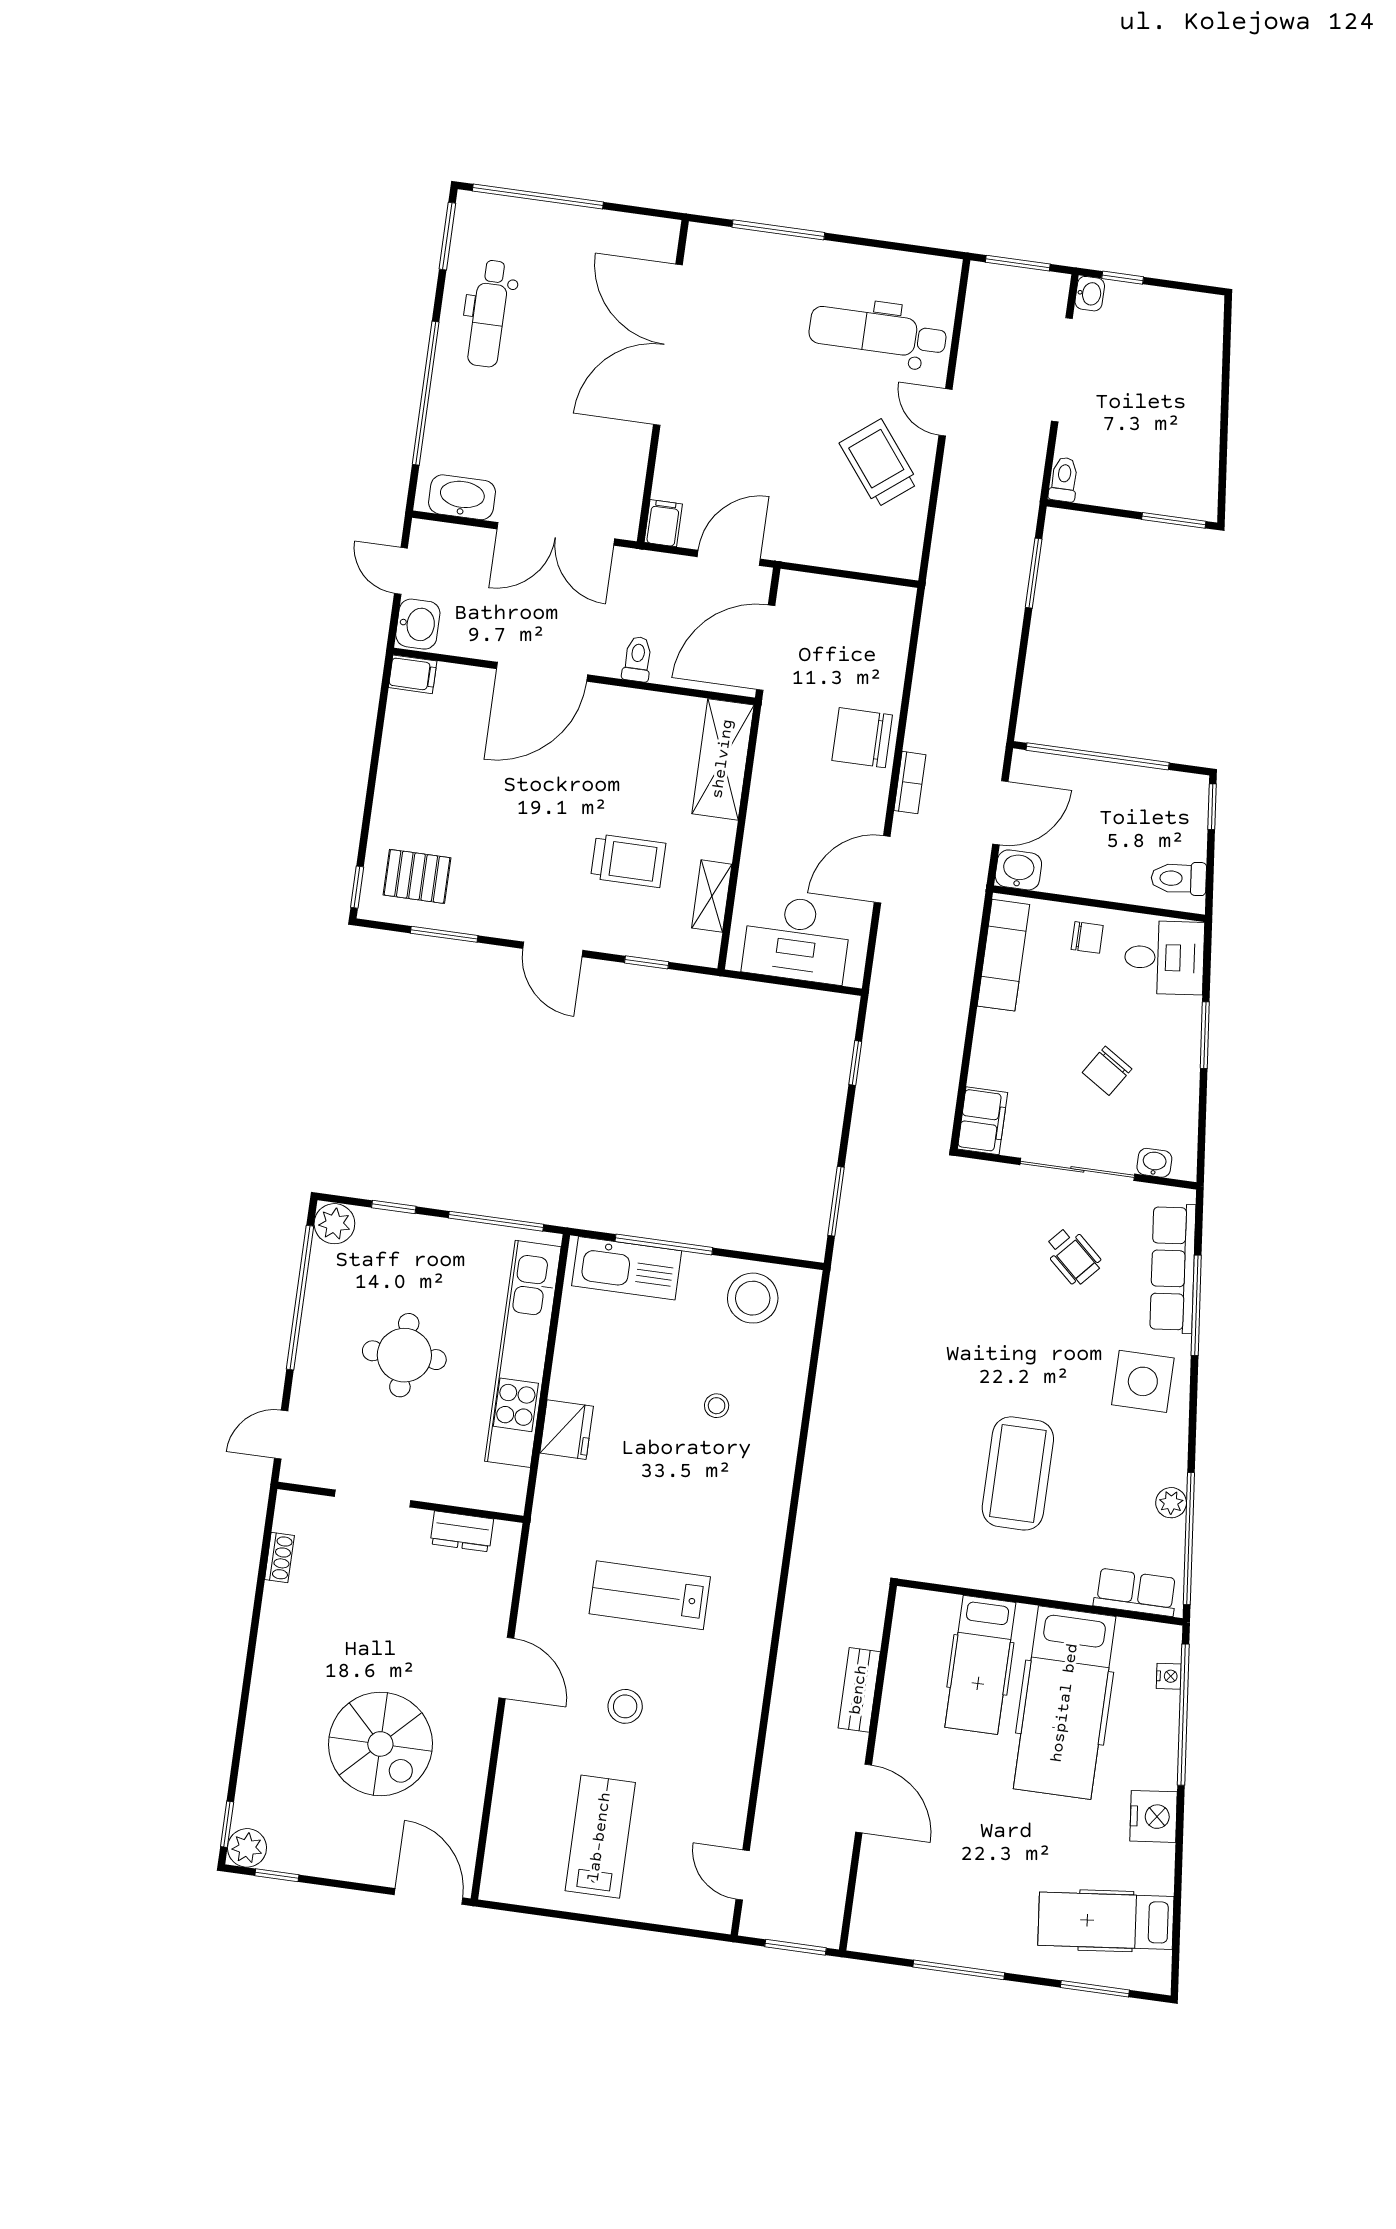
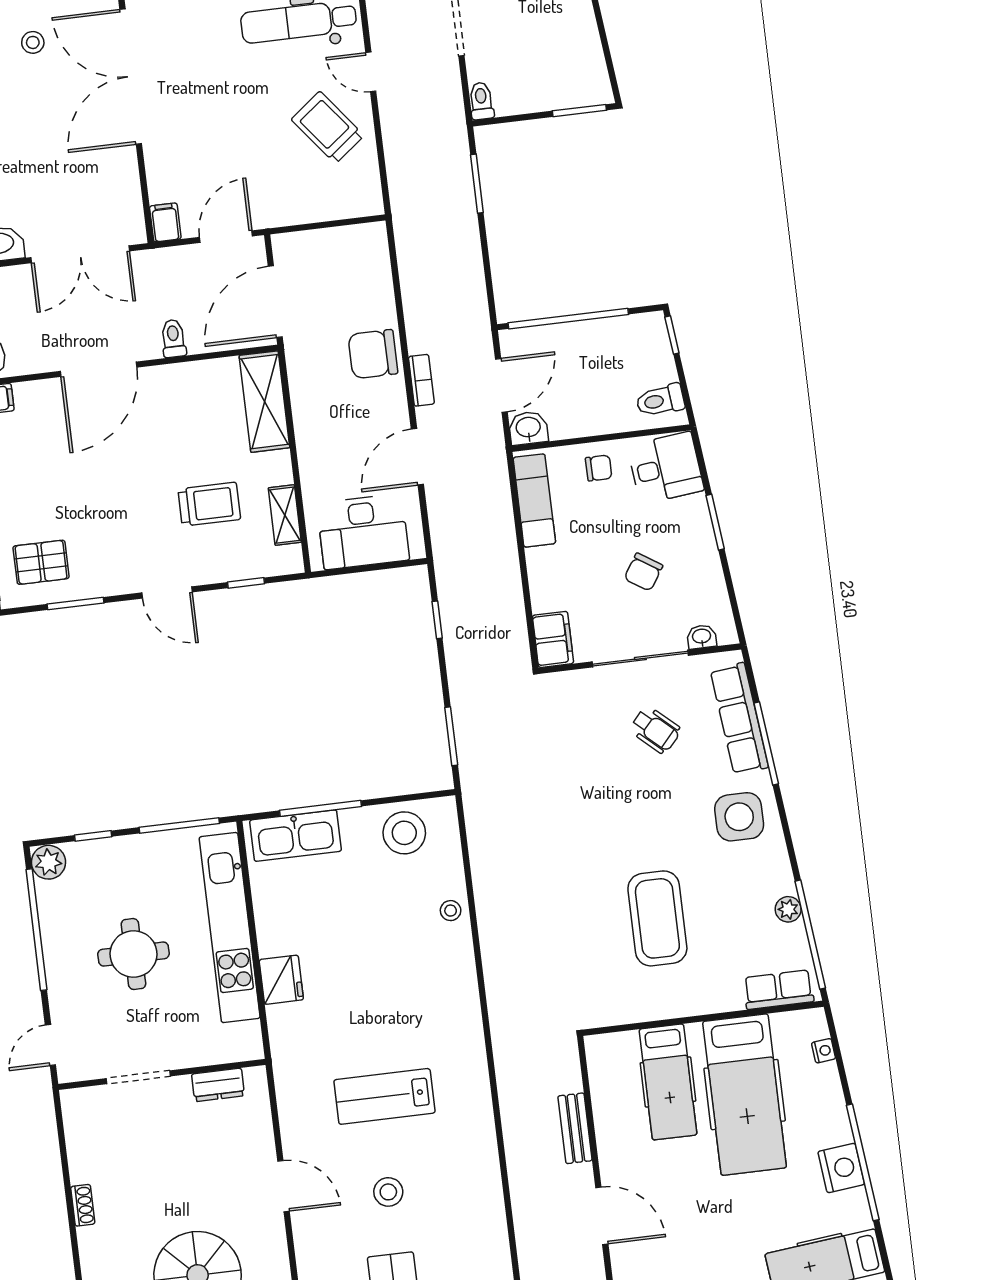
stool: (566, 276) -> (33, 42), added
stool: (717, 1406) -> (451, 911), moved
shoe rack: (279, 1558) -> (83, 1205), moved
window: (1183, 1715) -> (863, 1162), moved

